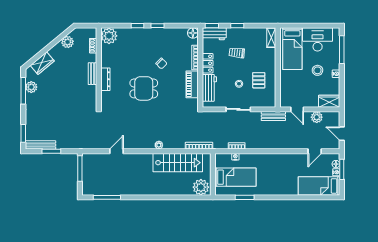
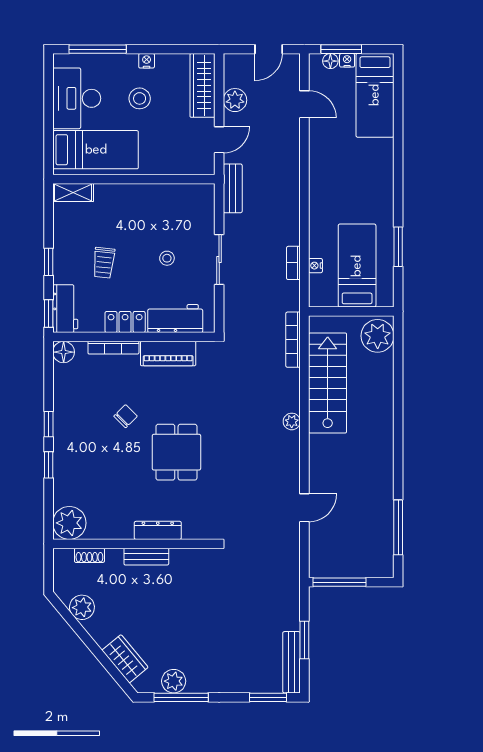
pallet: (259, 80) -> (160, 218), removed
wardrobe: (329, 101) -> (202, 85), width x1.50
door: (116, 151) -> (304, 508), swing flipped

